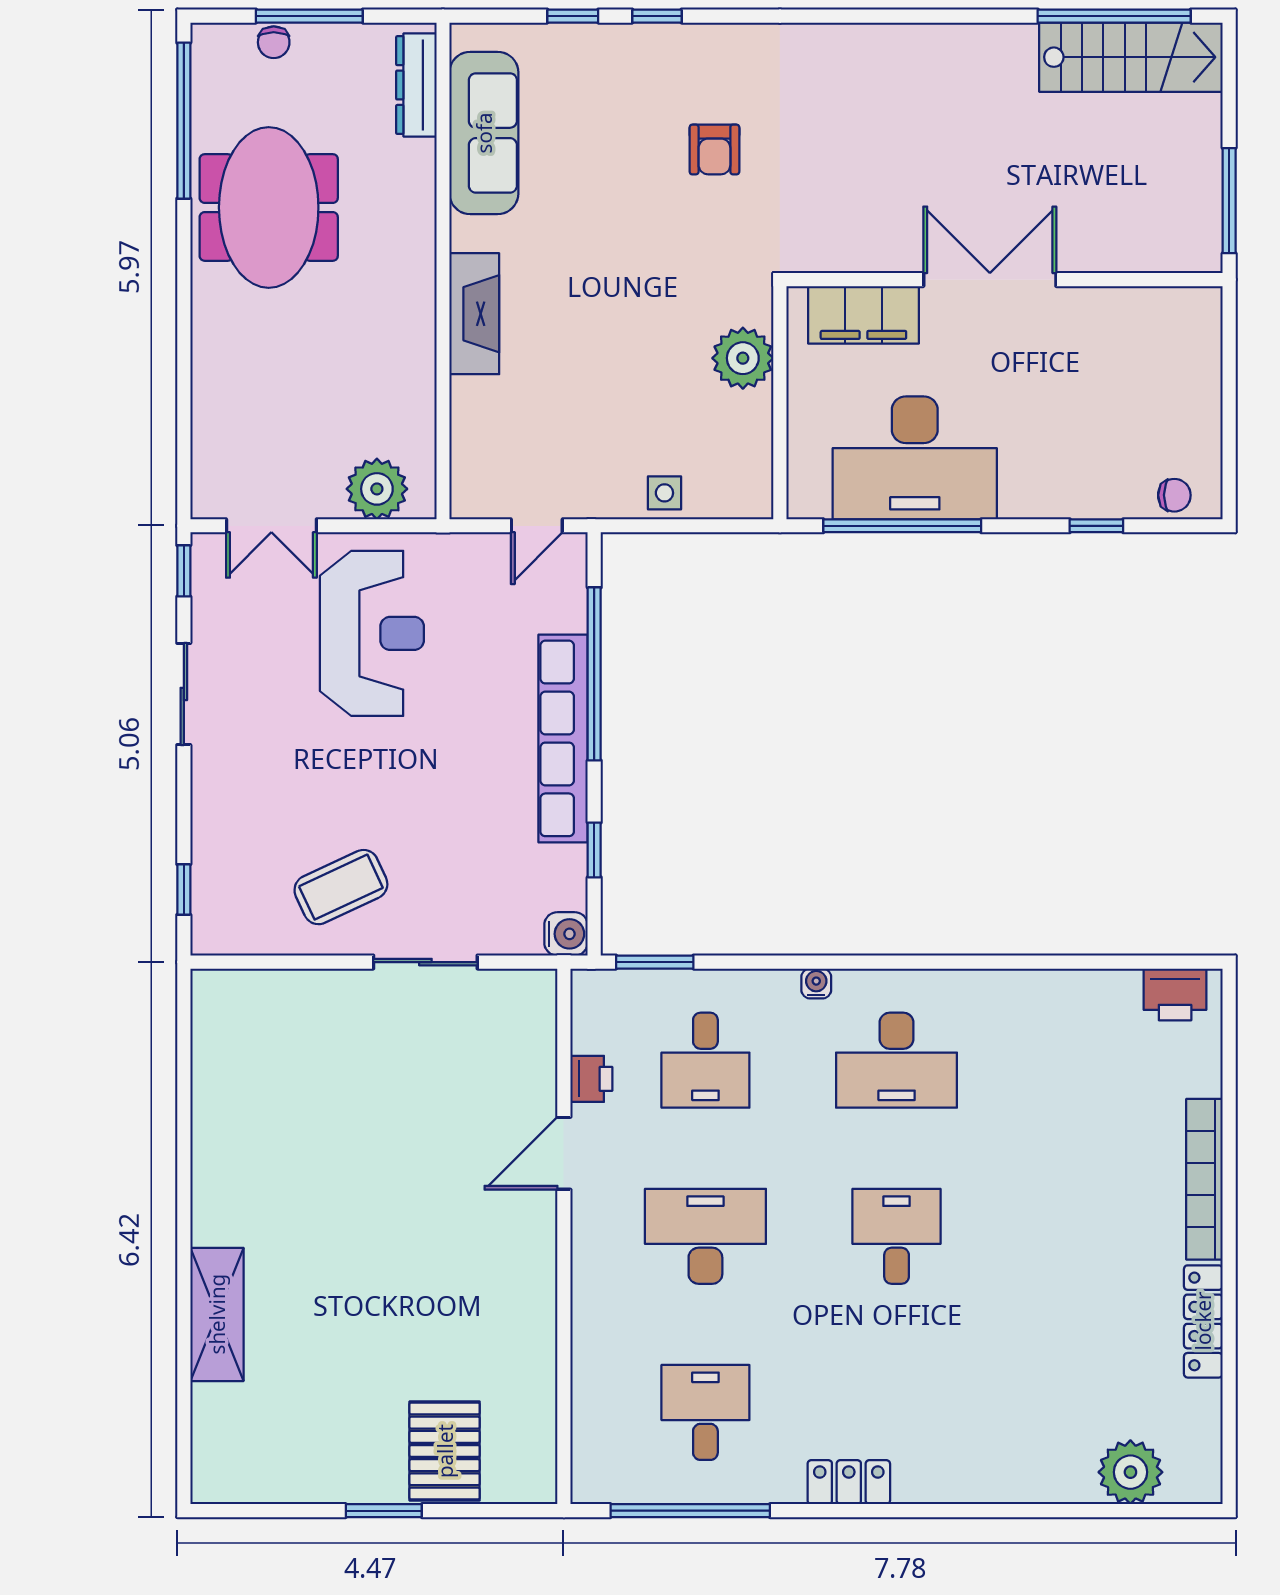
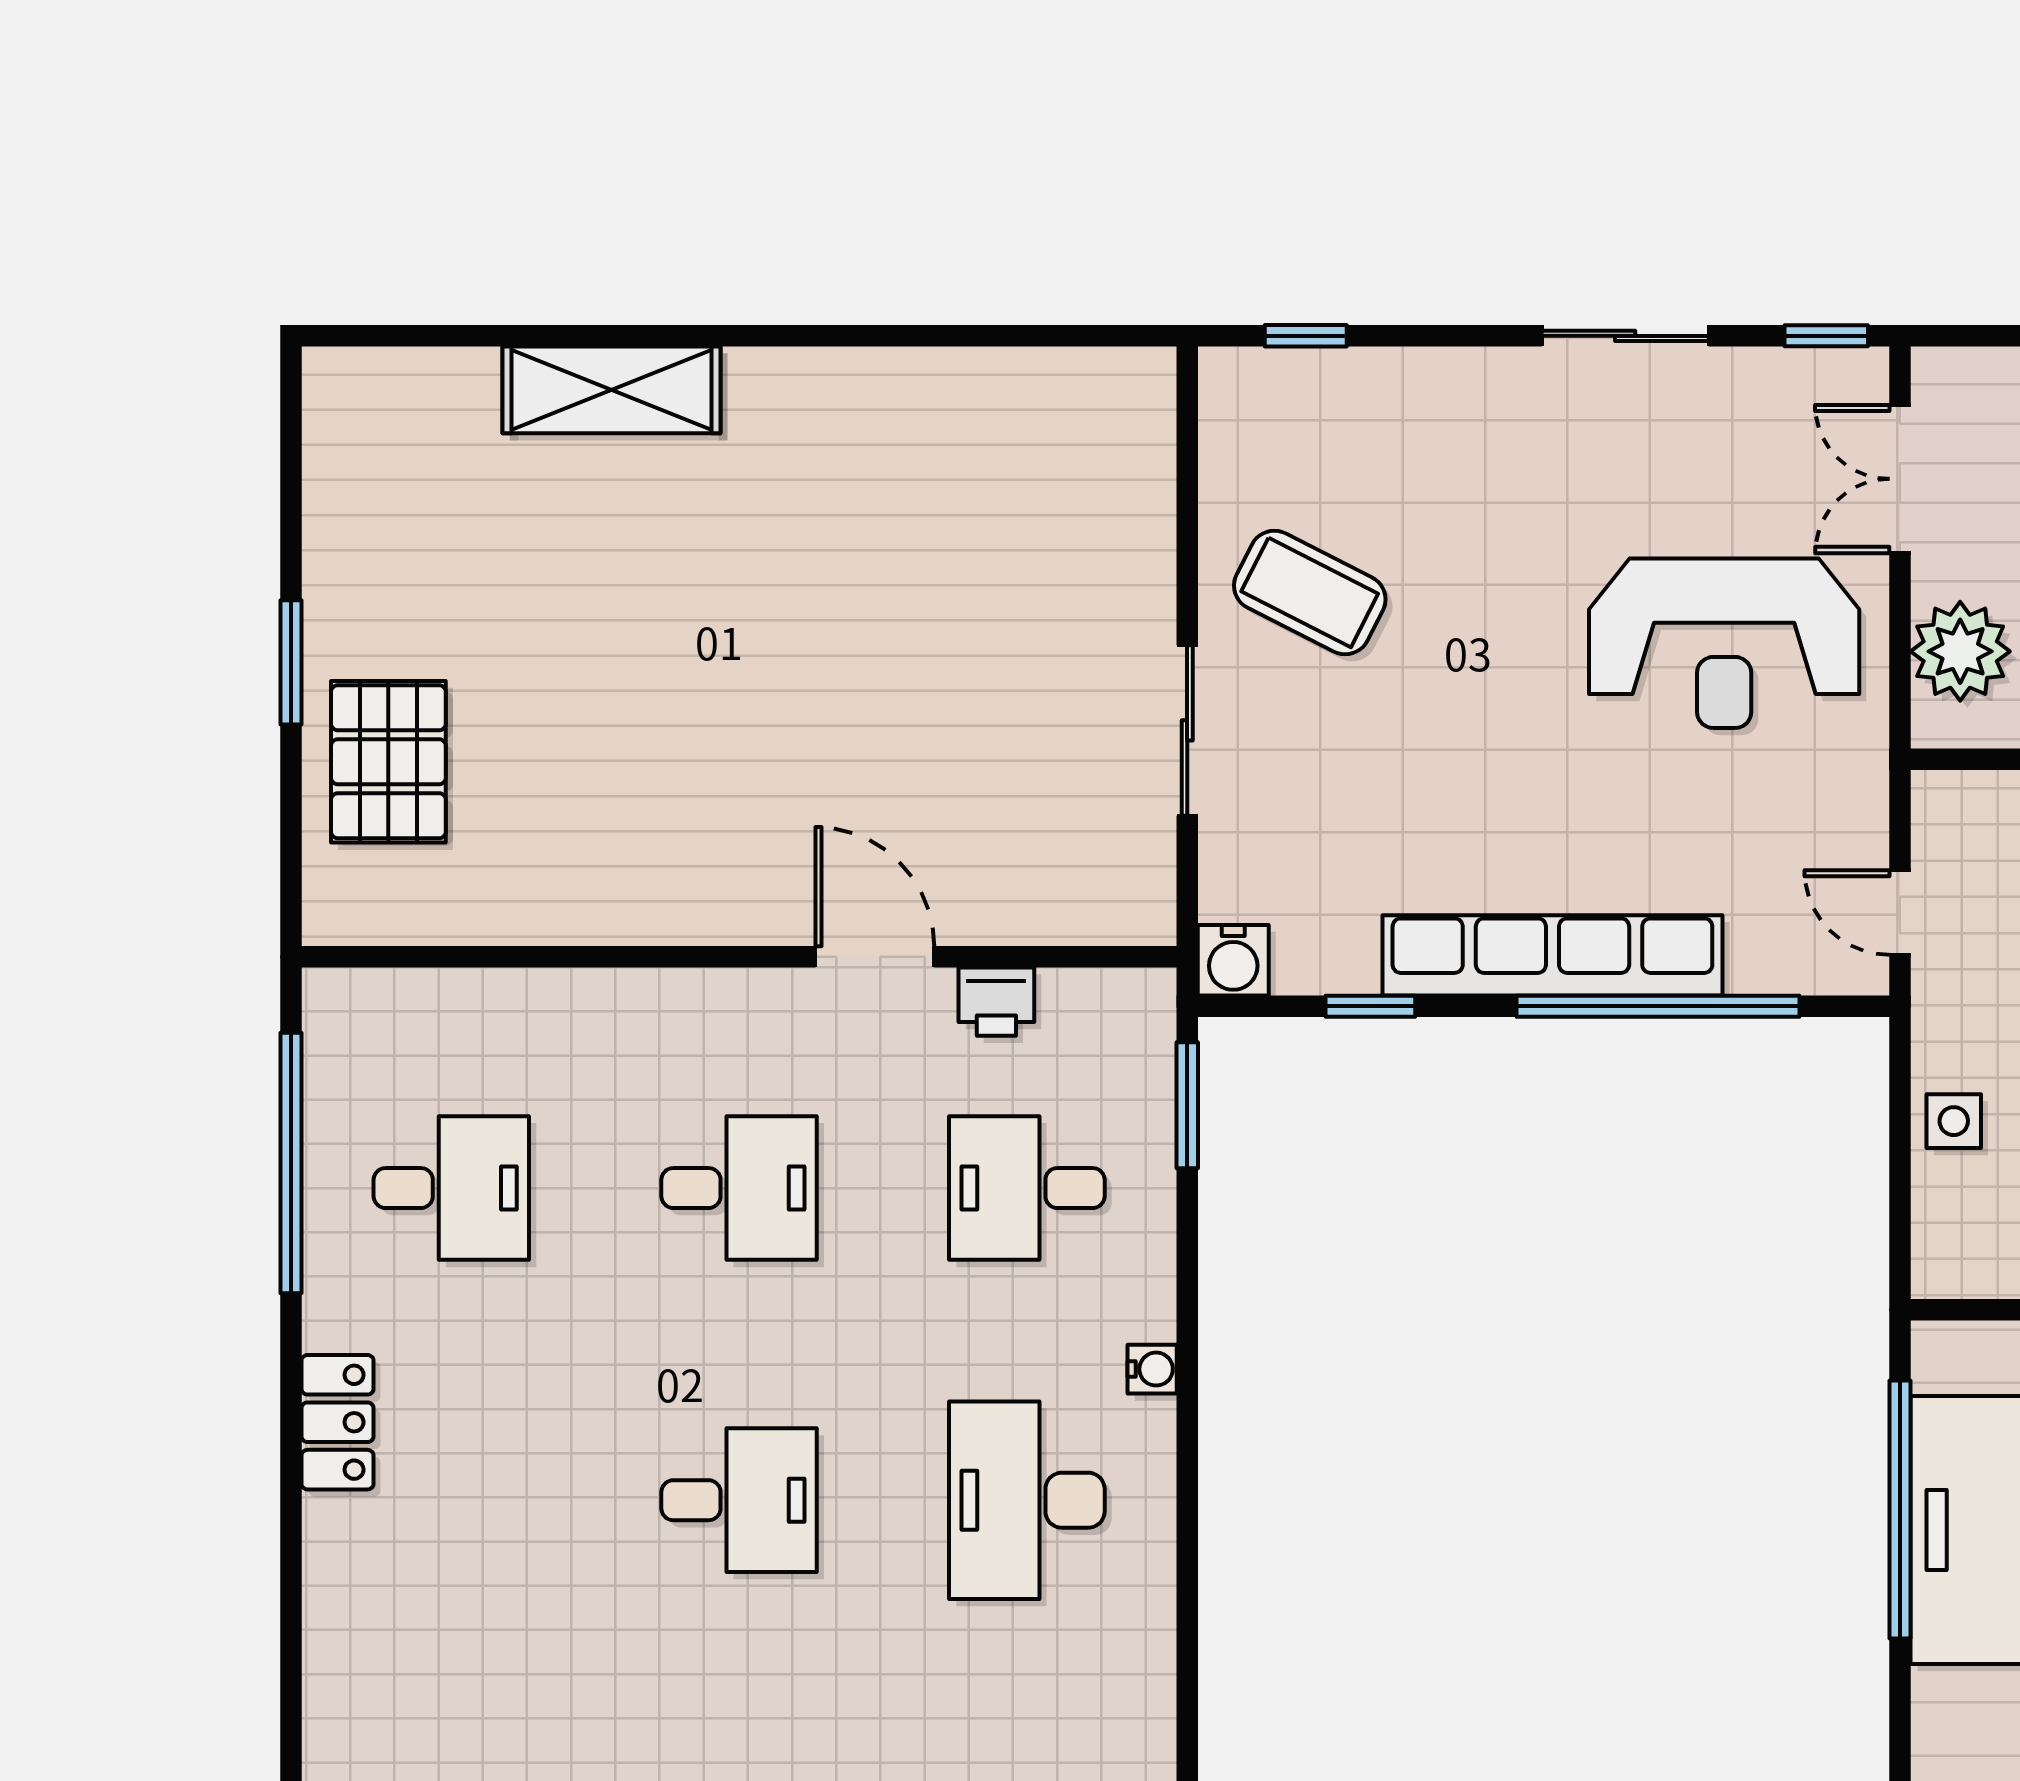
coffee table: (341, 887) -> (1310, 592), turned -38
desk: (705, 1236) -> (739, 1188), width x0.73
pallet: (445, 1451) -> (388, 762), turned 90

